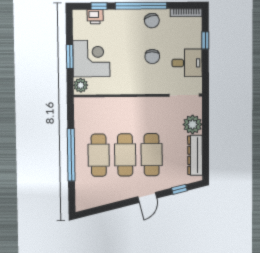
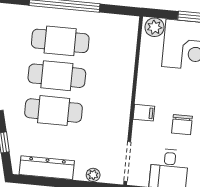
chair: (152, 57) -> (182, 125), turned -90
filing cabinet: (146, 86) -> (144, 113), added
plant: (193, 124) -> (93, 175), width x0.53, depth x0.53

